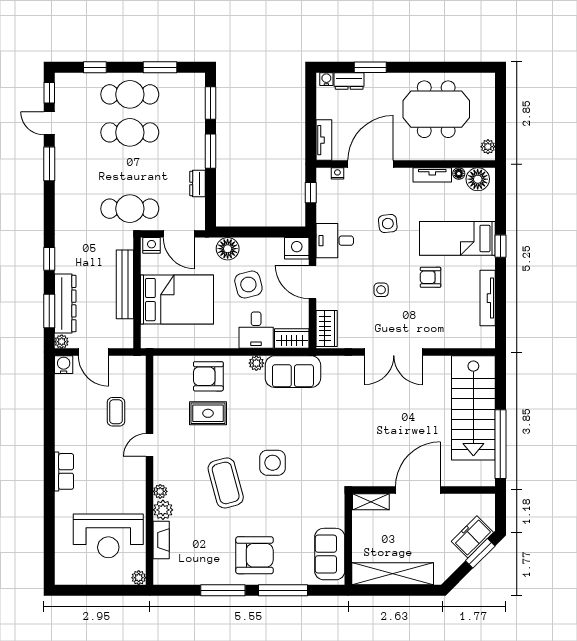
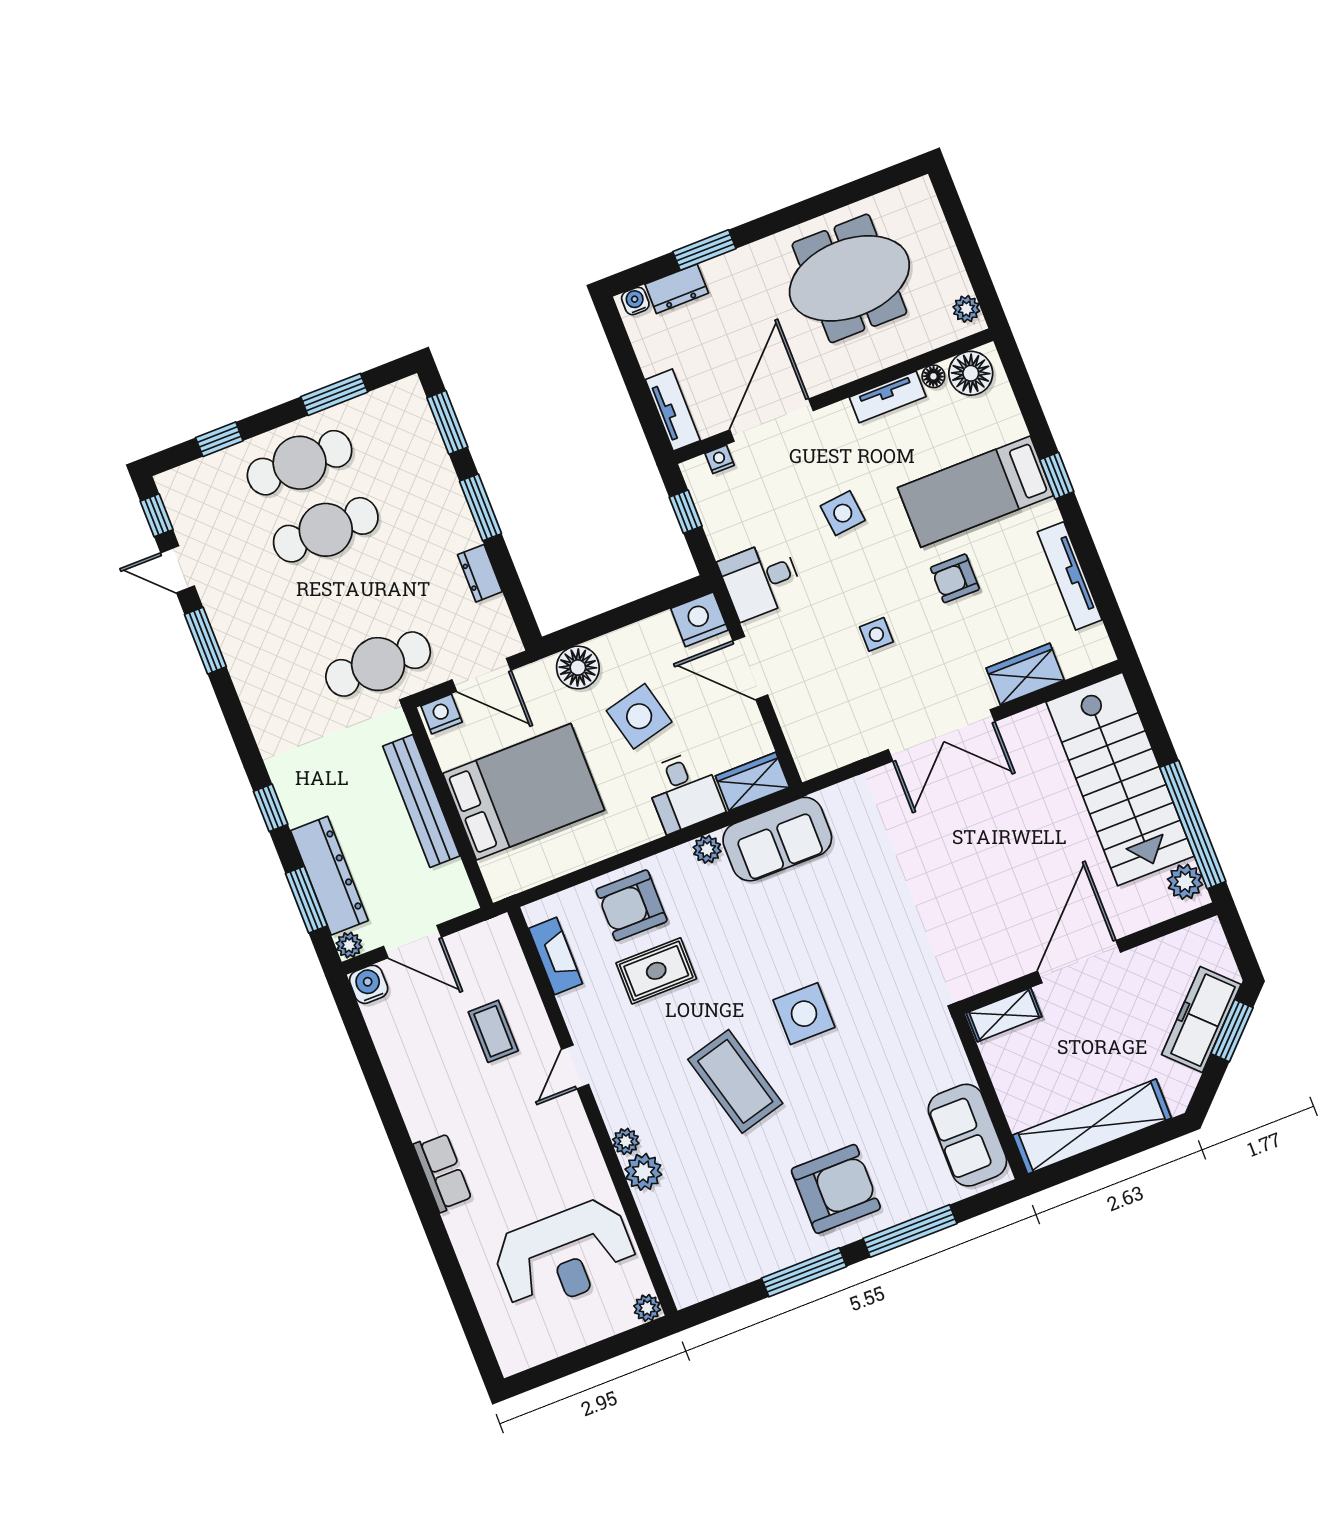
wardrobe: (327, 329) -> (1025, 674), moved, turned -90
plant: (486, 471) -> (1185, 882), added
freezer: (472, 537) -> (1201, 1020), width x1.40
fireplace: (161, 540) -> (555, 956), moved

